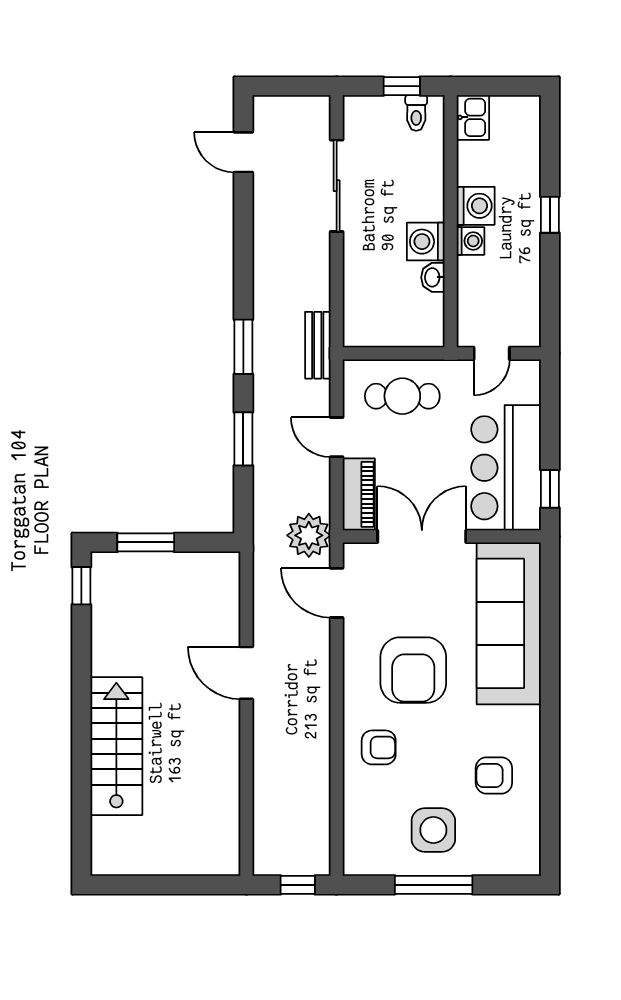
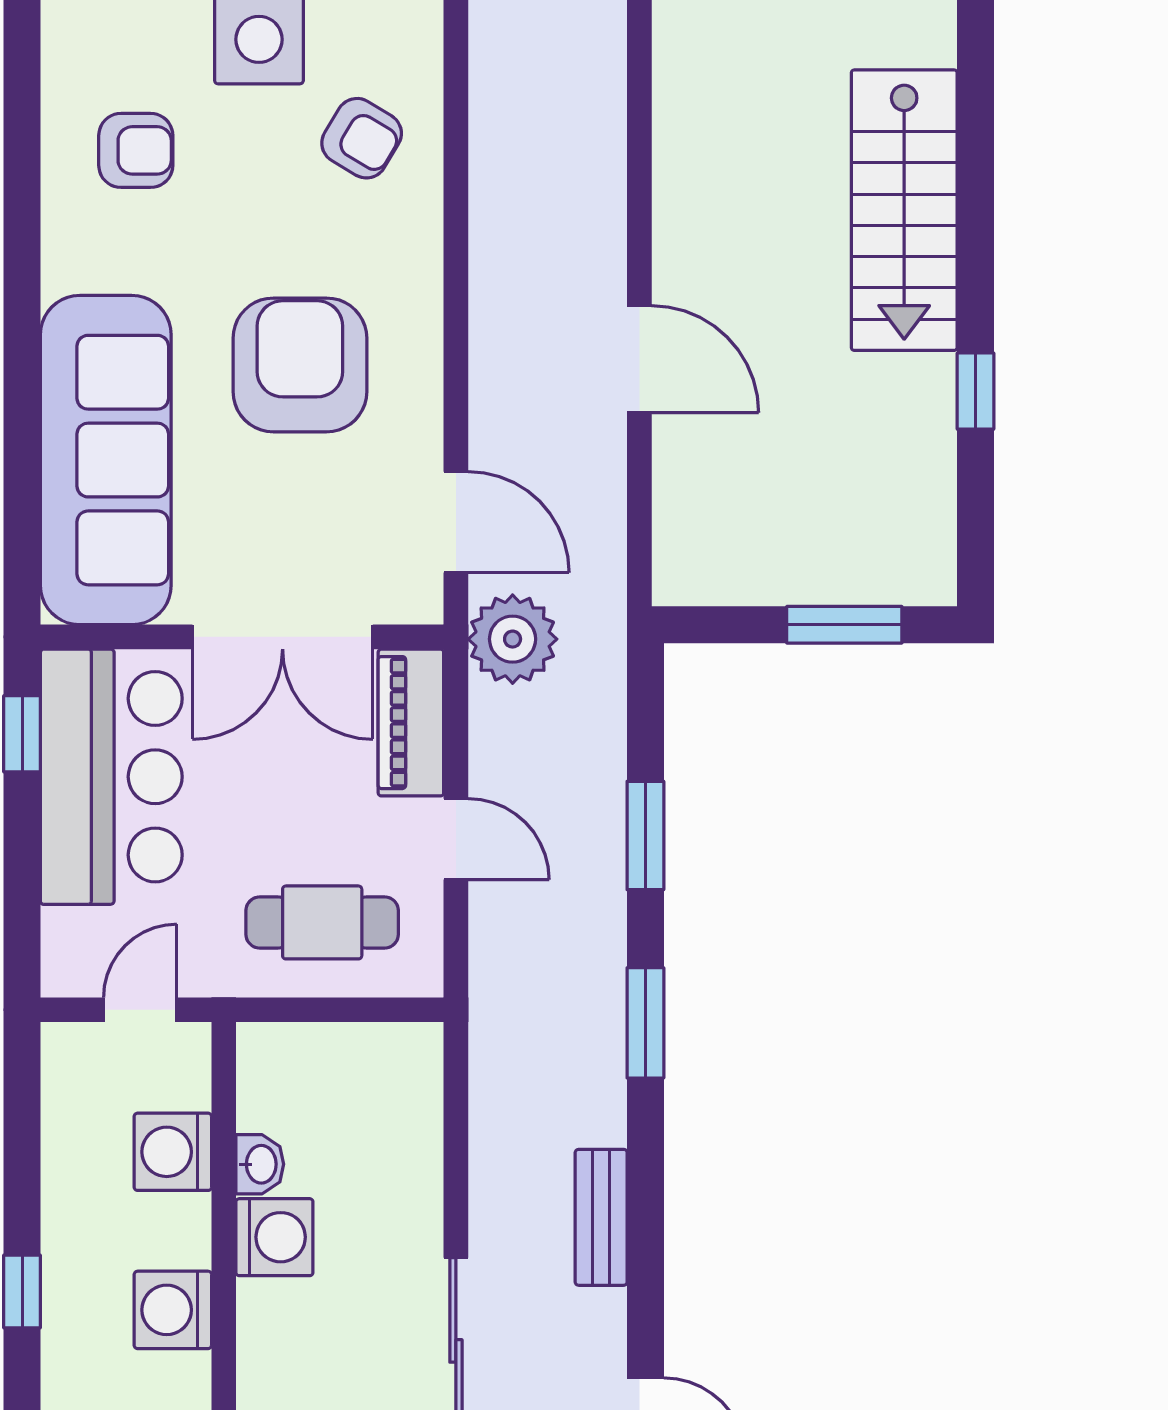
washing machine: (470, 241) -> (173, 1152), moved, width x1.38, depth x1.38
bench: (318, 345) -> (601, 1217), moved
window: (81, 586) -> (975, 391), moved
armchair: (379, 747) -> (362, 138), moved, turned -149

